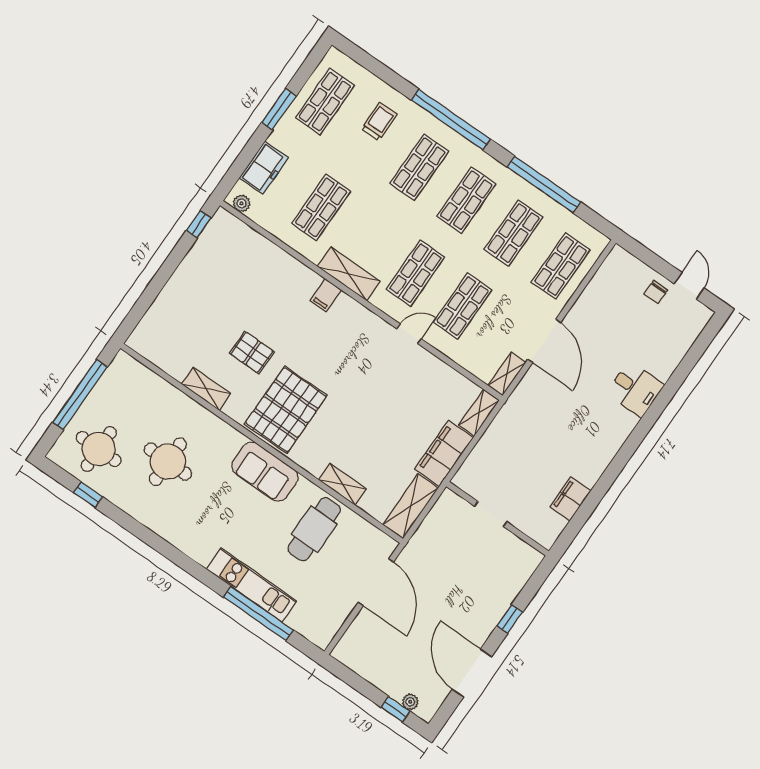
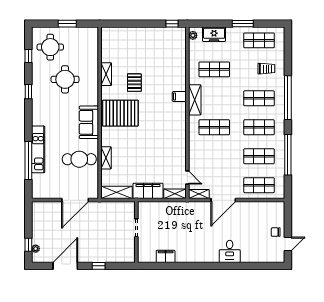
shop shelf: (463, 306) -> (214, 156), removed
door: (409, 334) -> (187, 177), moved
window: (80, 395) -> (67, 24), width x0.47
window: (146, 535) -> (28, 92), added

